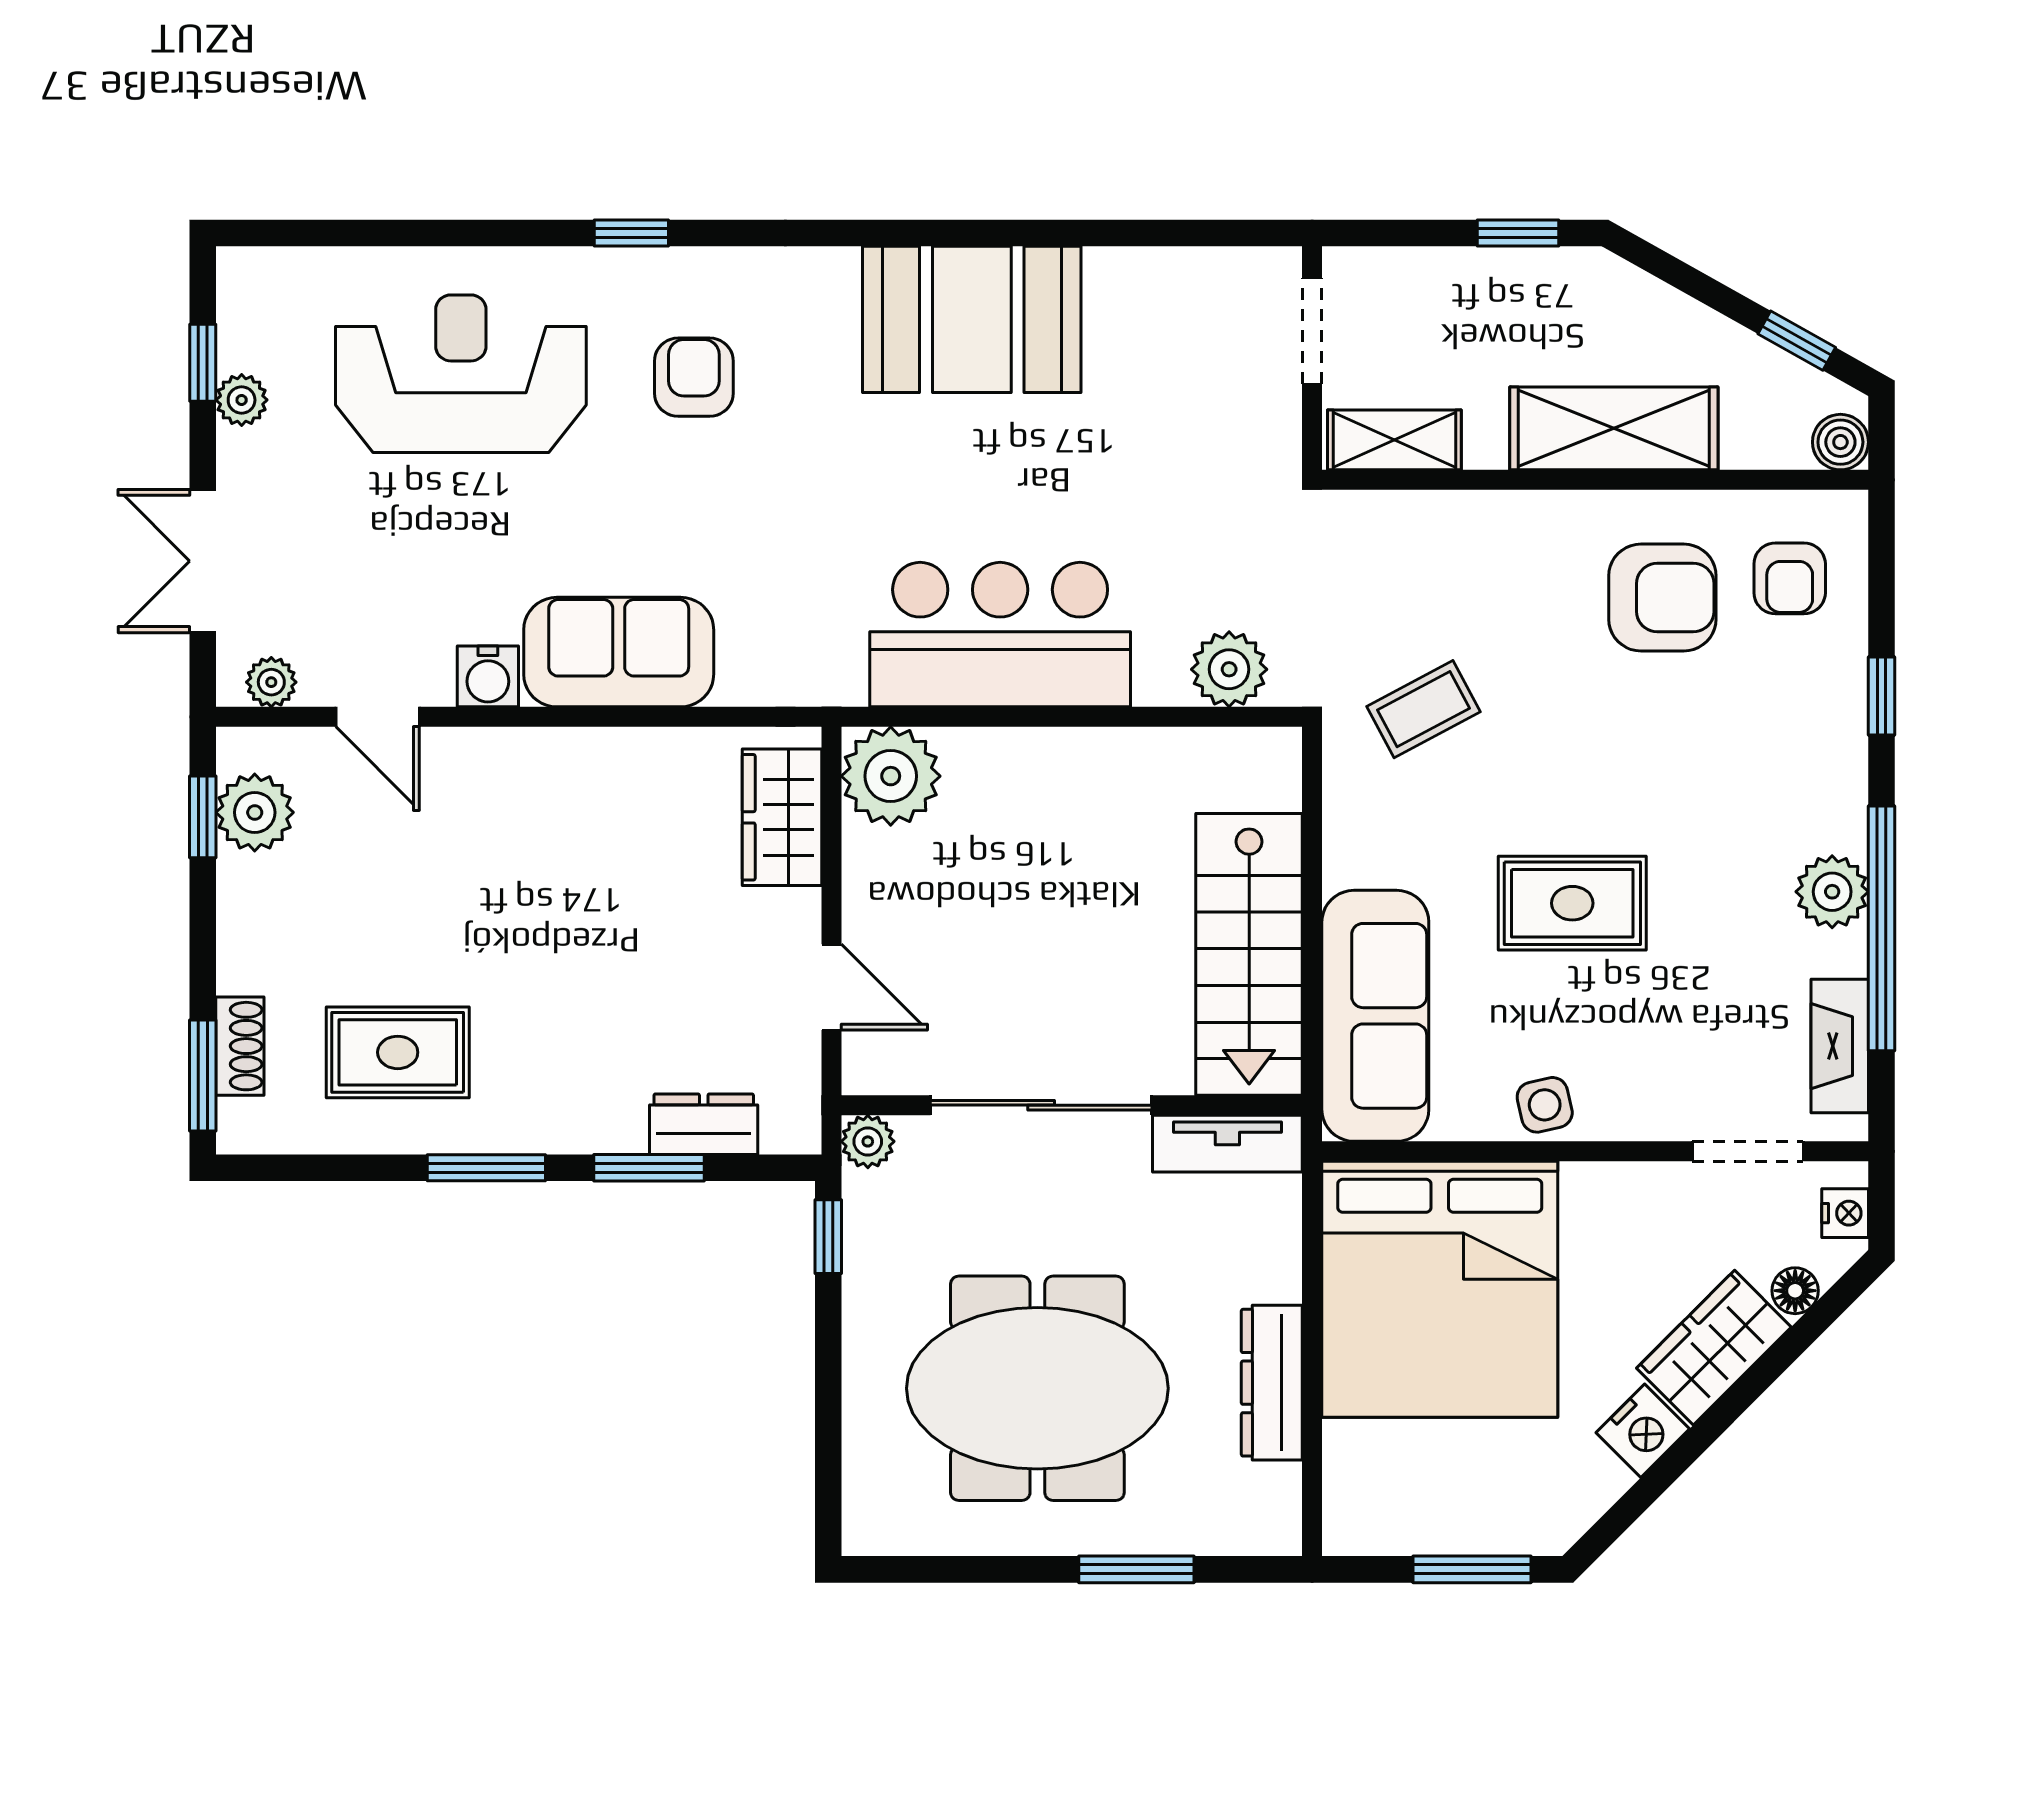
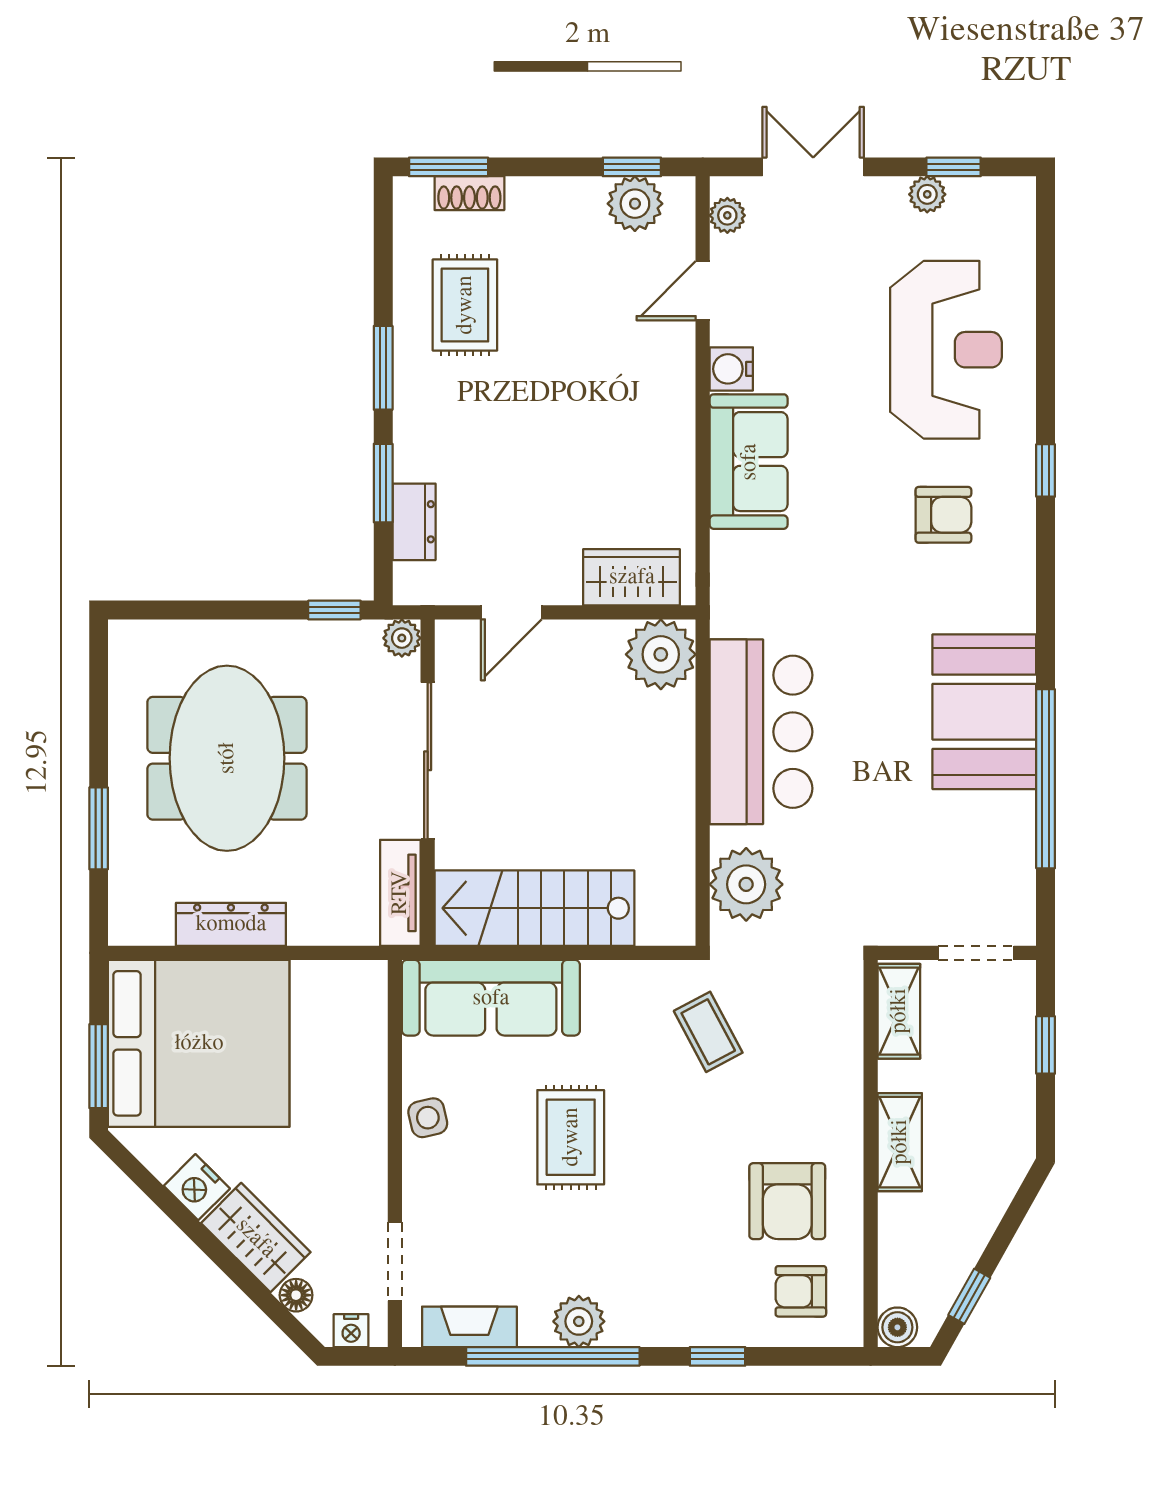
window: (1066, 233) -> (1046, 779), added
window: (1518, 233) -> (1046, 1045), moved
shelving: (1614, 428) -> (900, 1142), width x0.67, depth x0.75
plant: (1229, 669) -> (746, 884), width x1.36, depth x1.36
bed: (1440, 1289) -> (199, 1043), moved, turned 180

